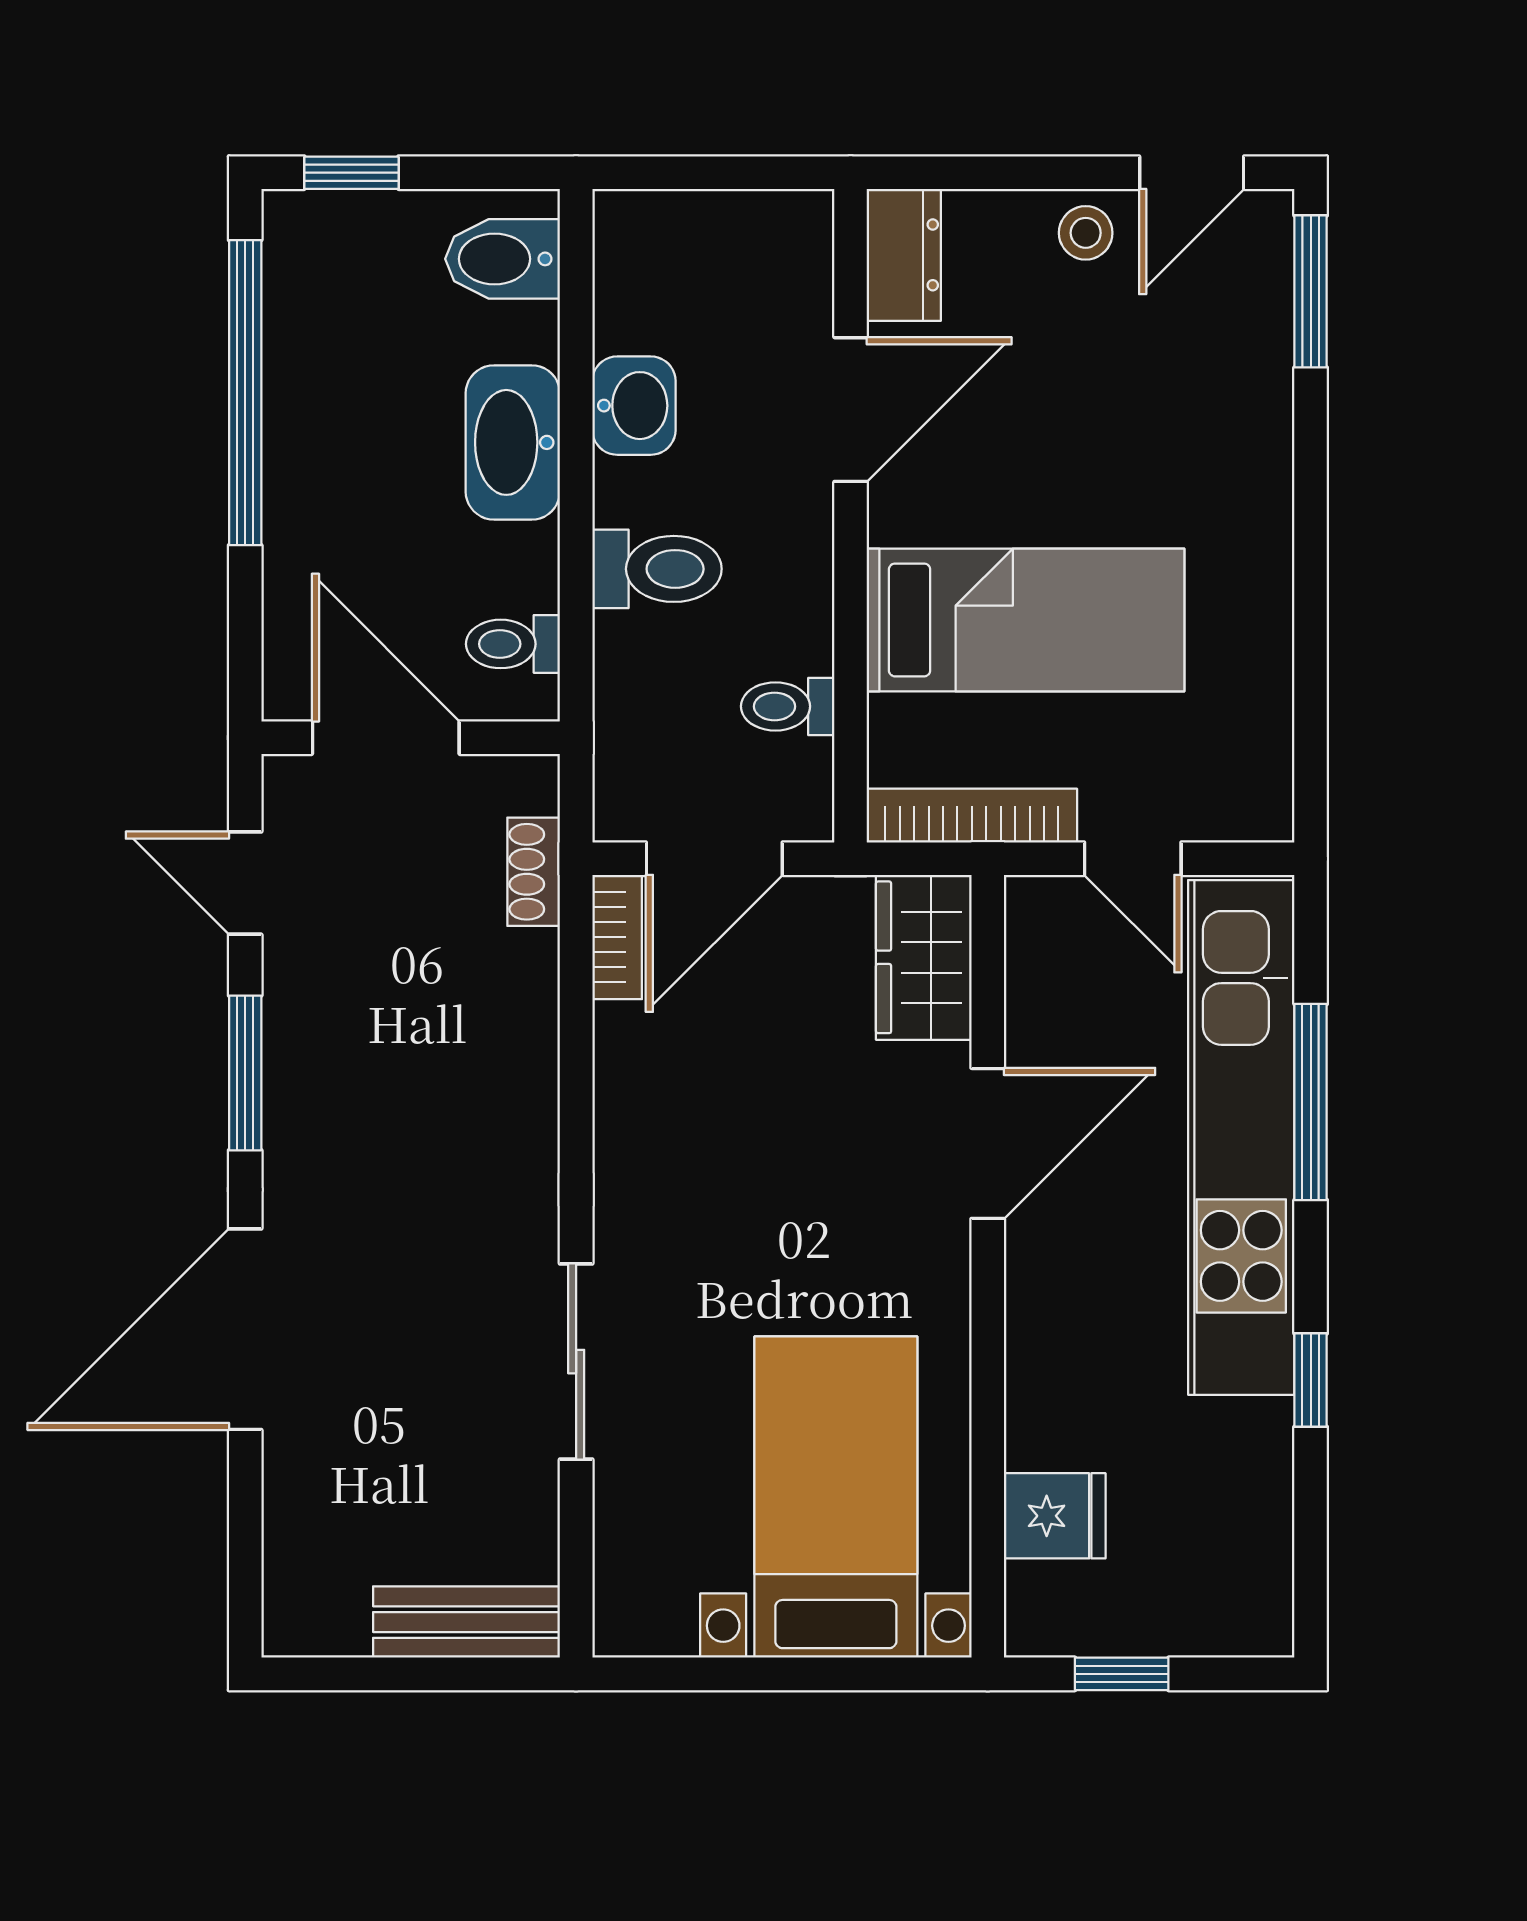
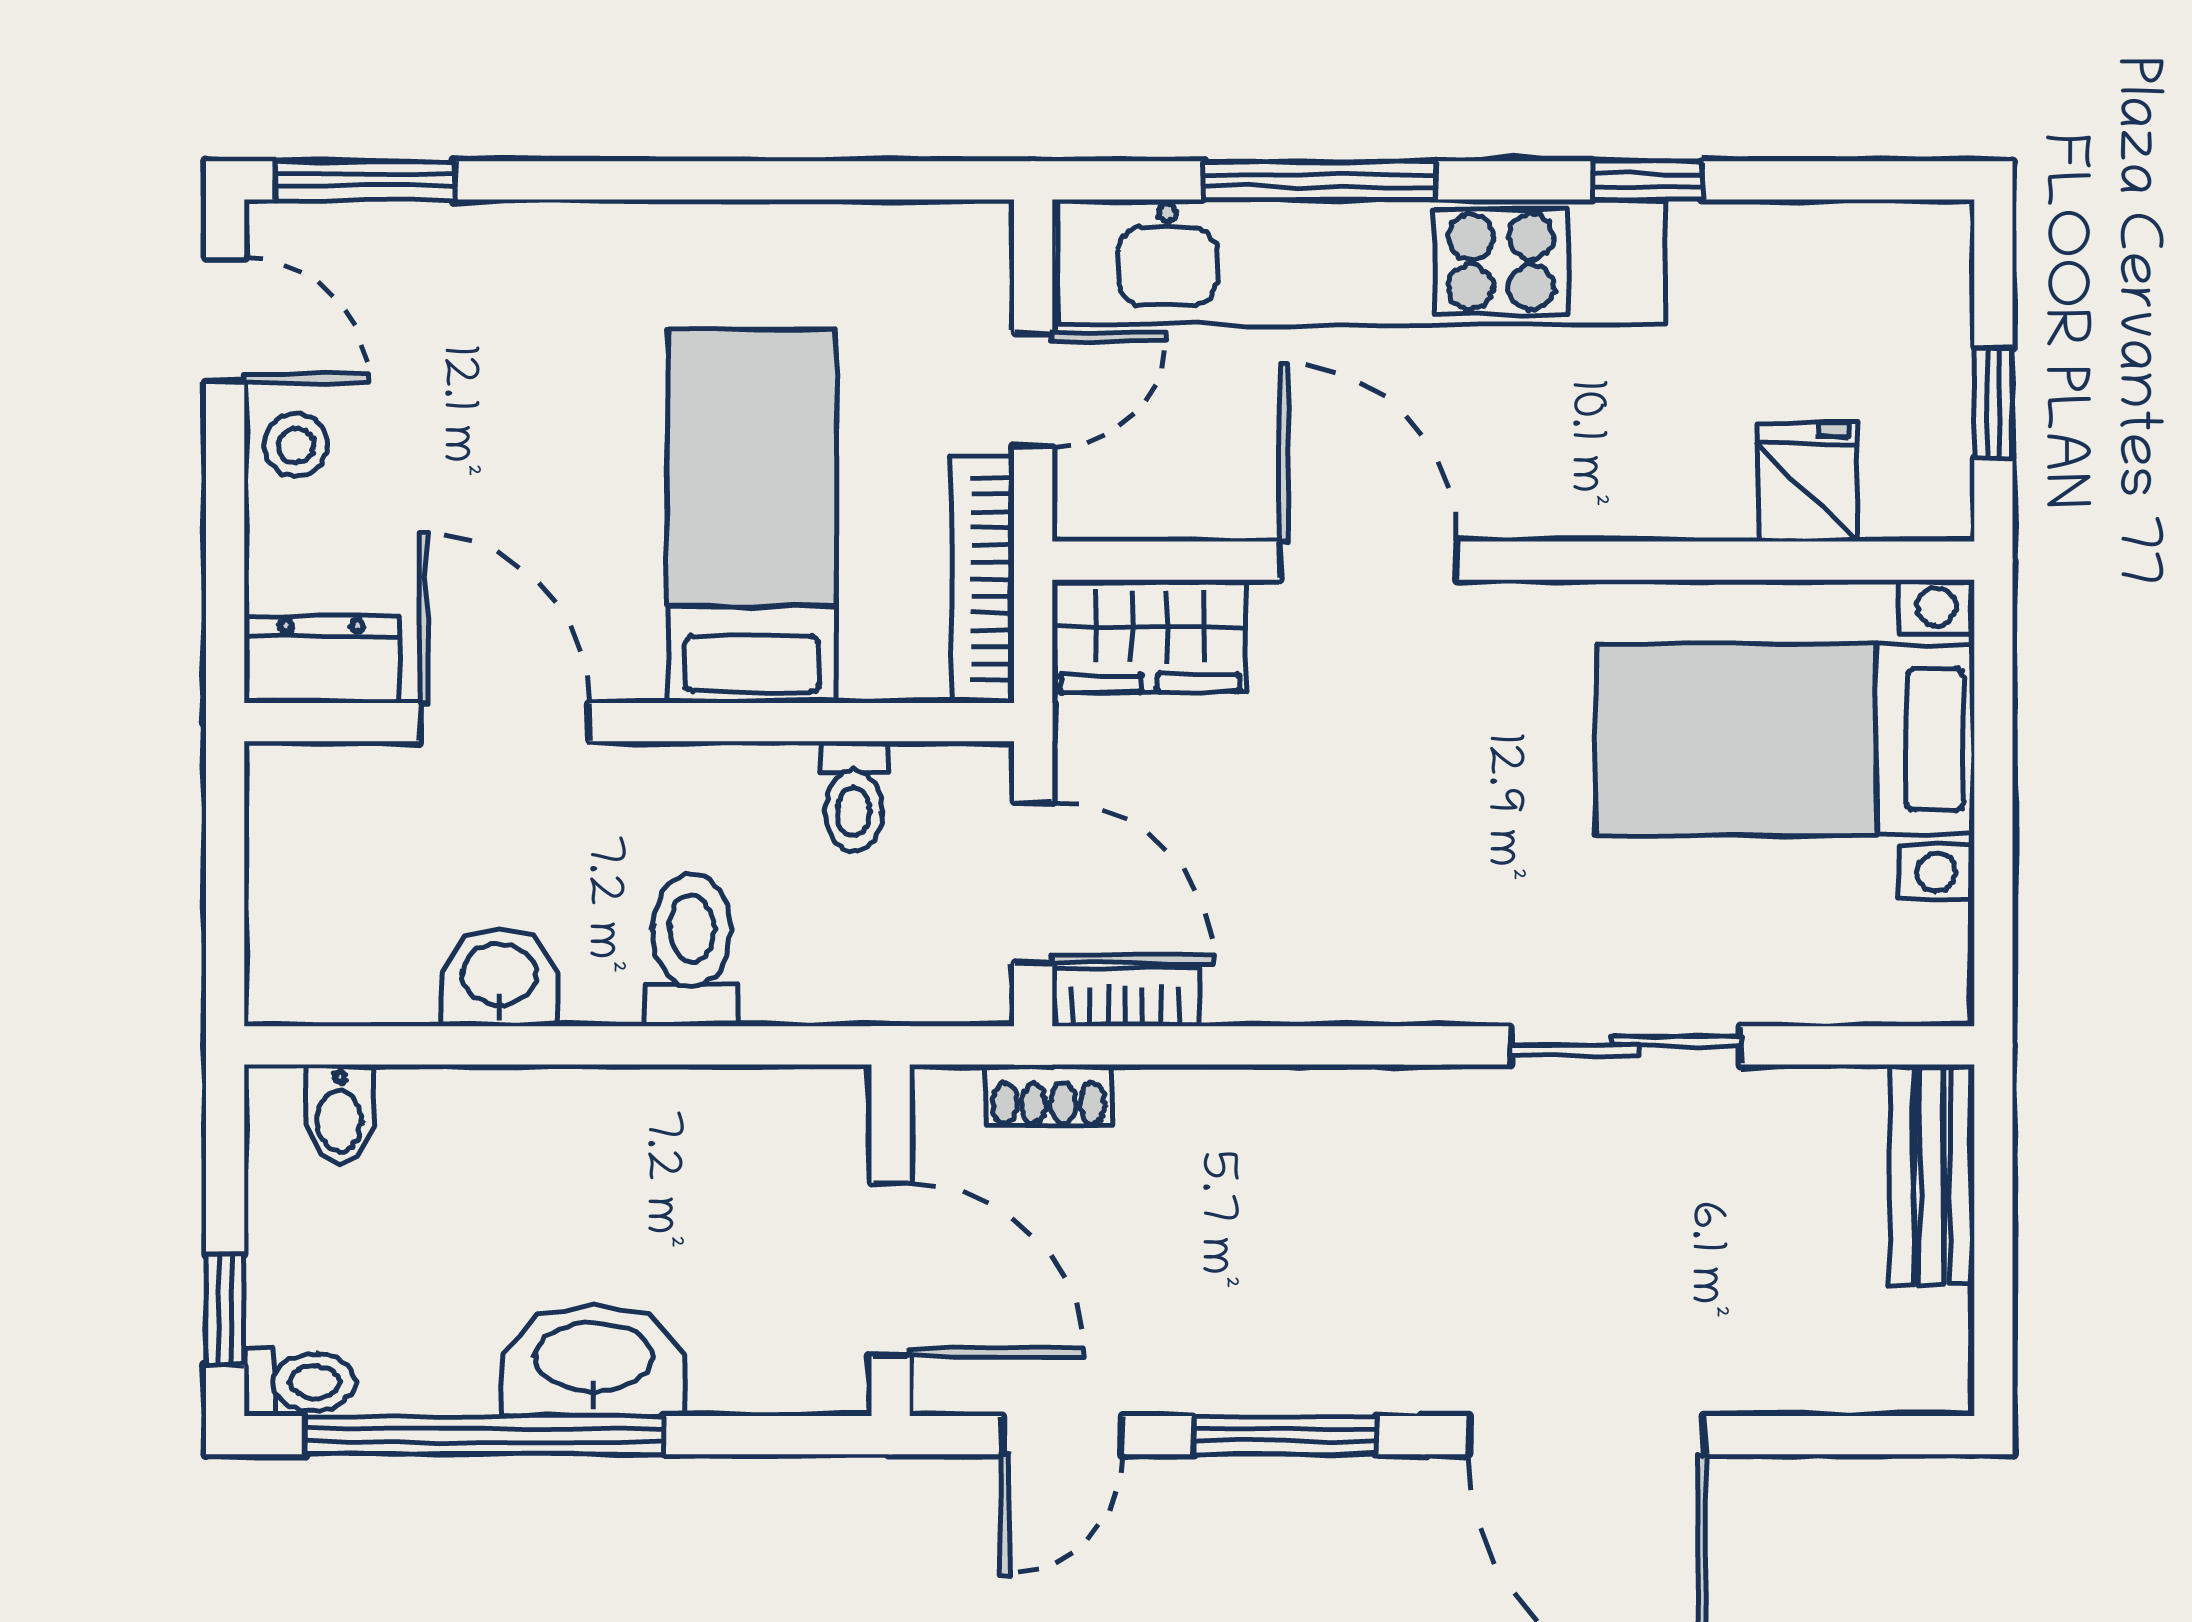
bidet: (502, 259) -> (340, 1114), width x0.72, depth x0.74
washbasin: (513, 442) -> (594, 1361), moved, turned 180
toilet: (513, 644) -> (299, 1382), moved, turned -90
door: (386, 738) -> (891, 1270), swing flipped

